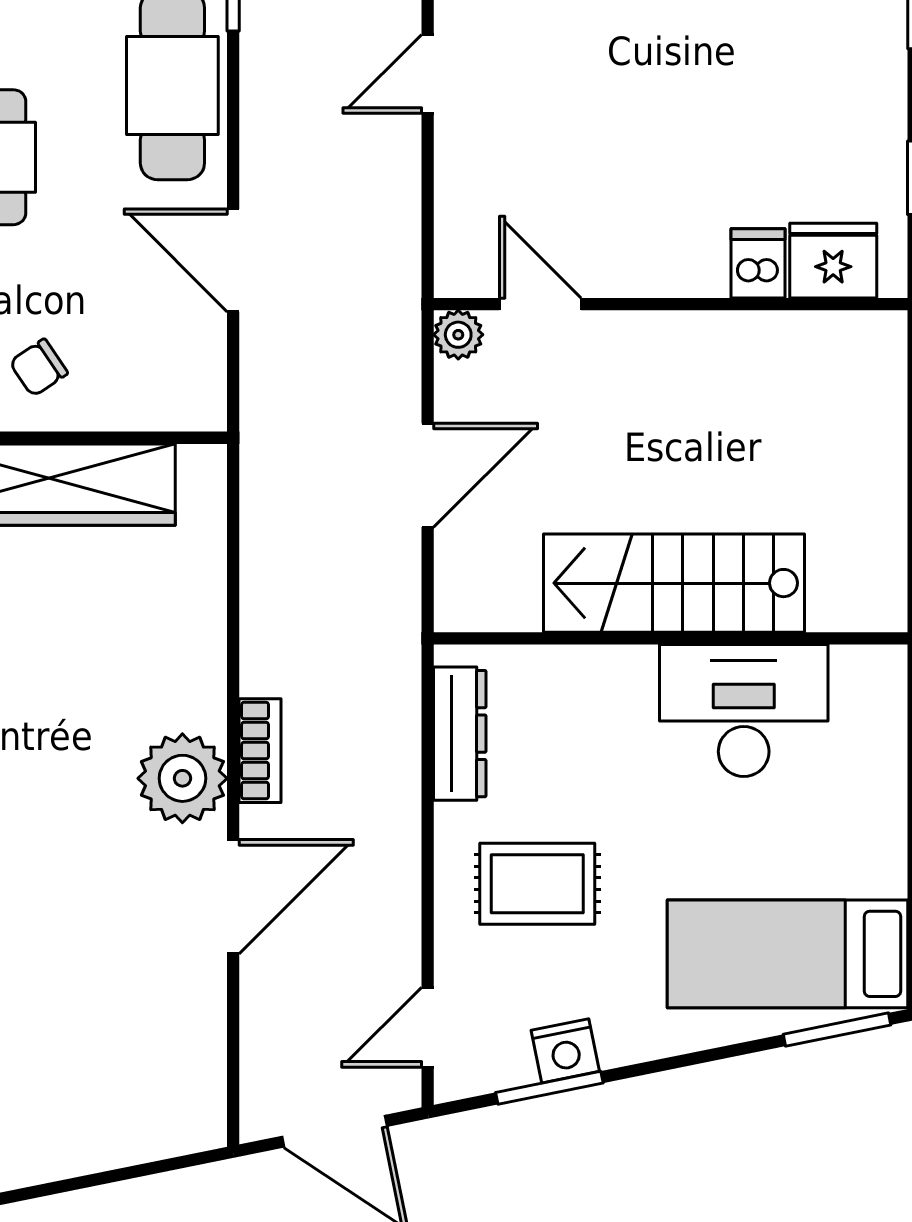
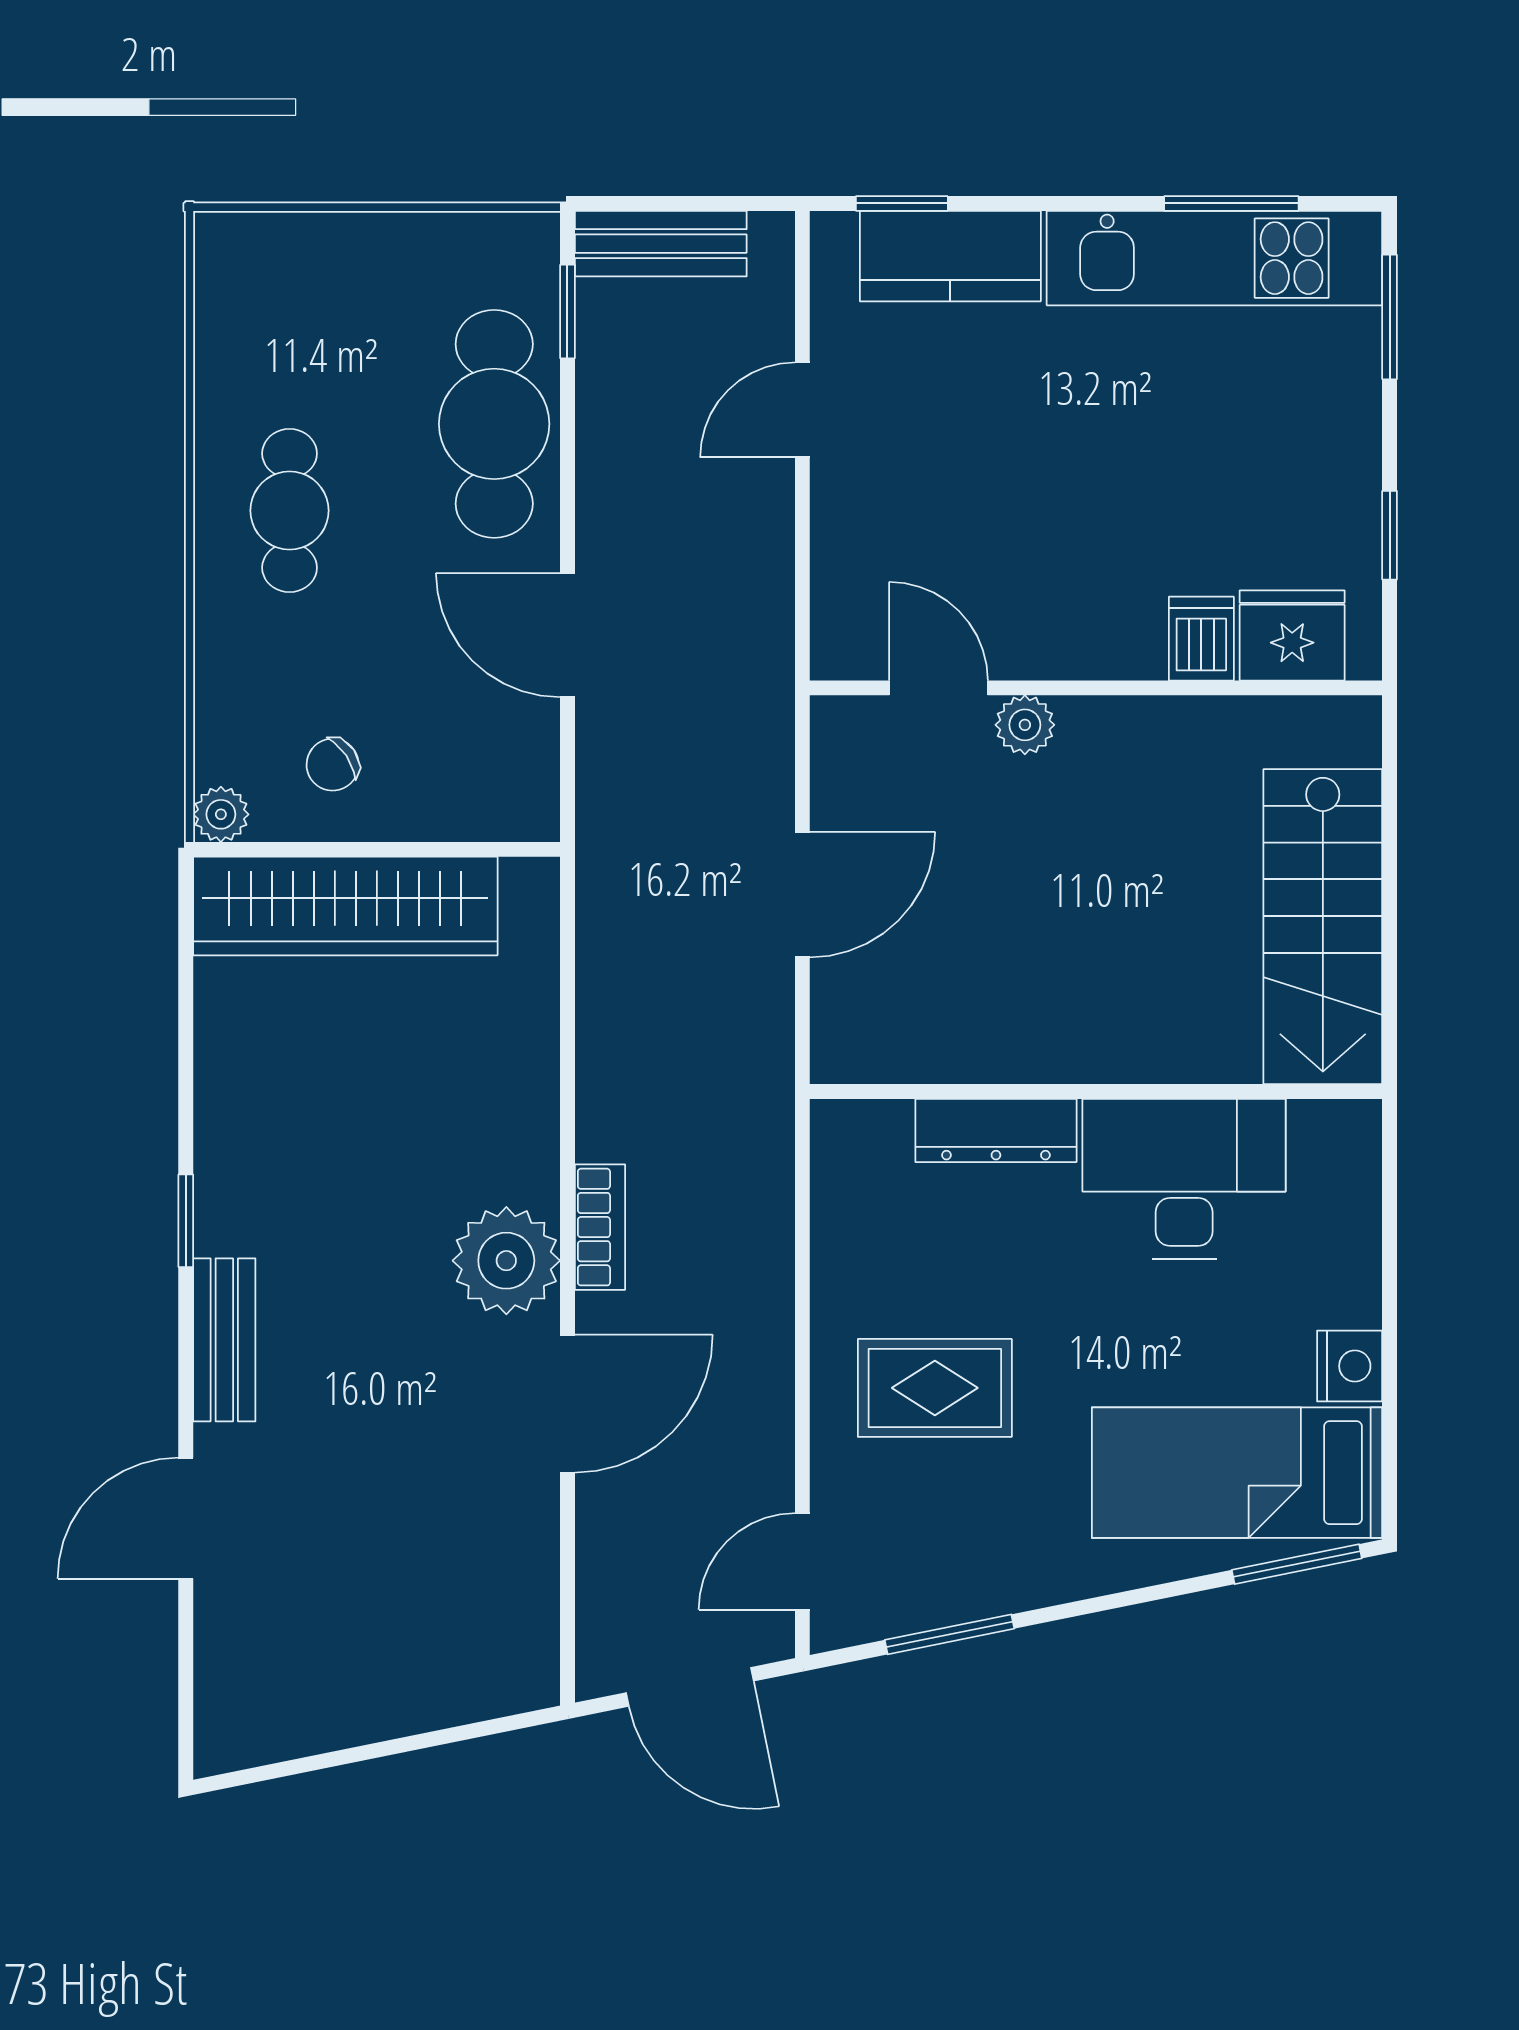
plant: (458, 335) -> (1025, 725), moved
stairs: (674, 583) -> (1323, 927), moved, turned -90
dresser: (460, 734) -> (996, 1130), moved, turned 90
nightstand: (565, 1051) -> (1350, 1366), moved, turned -79

